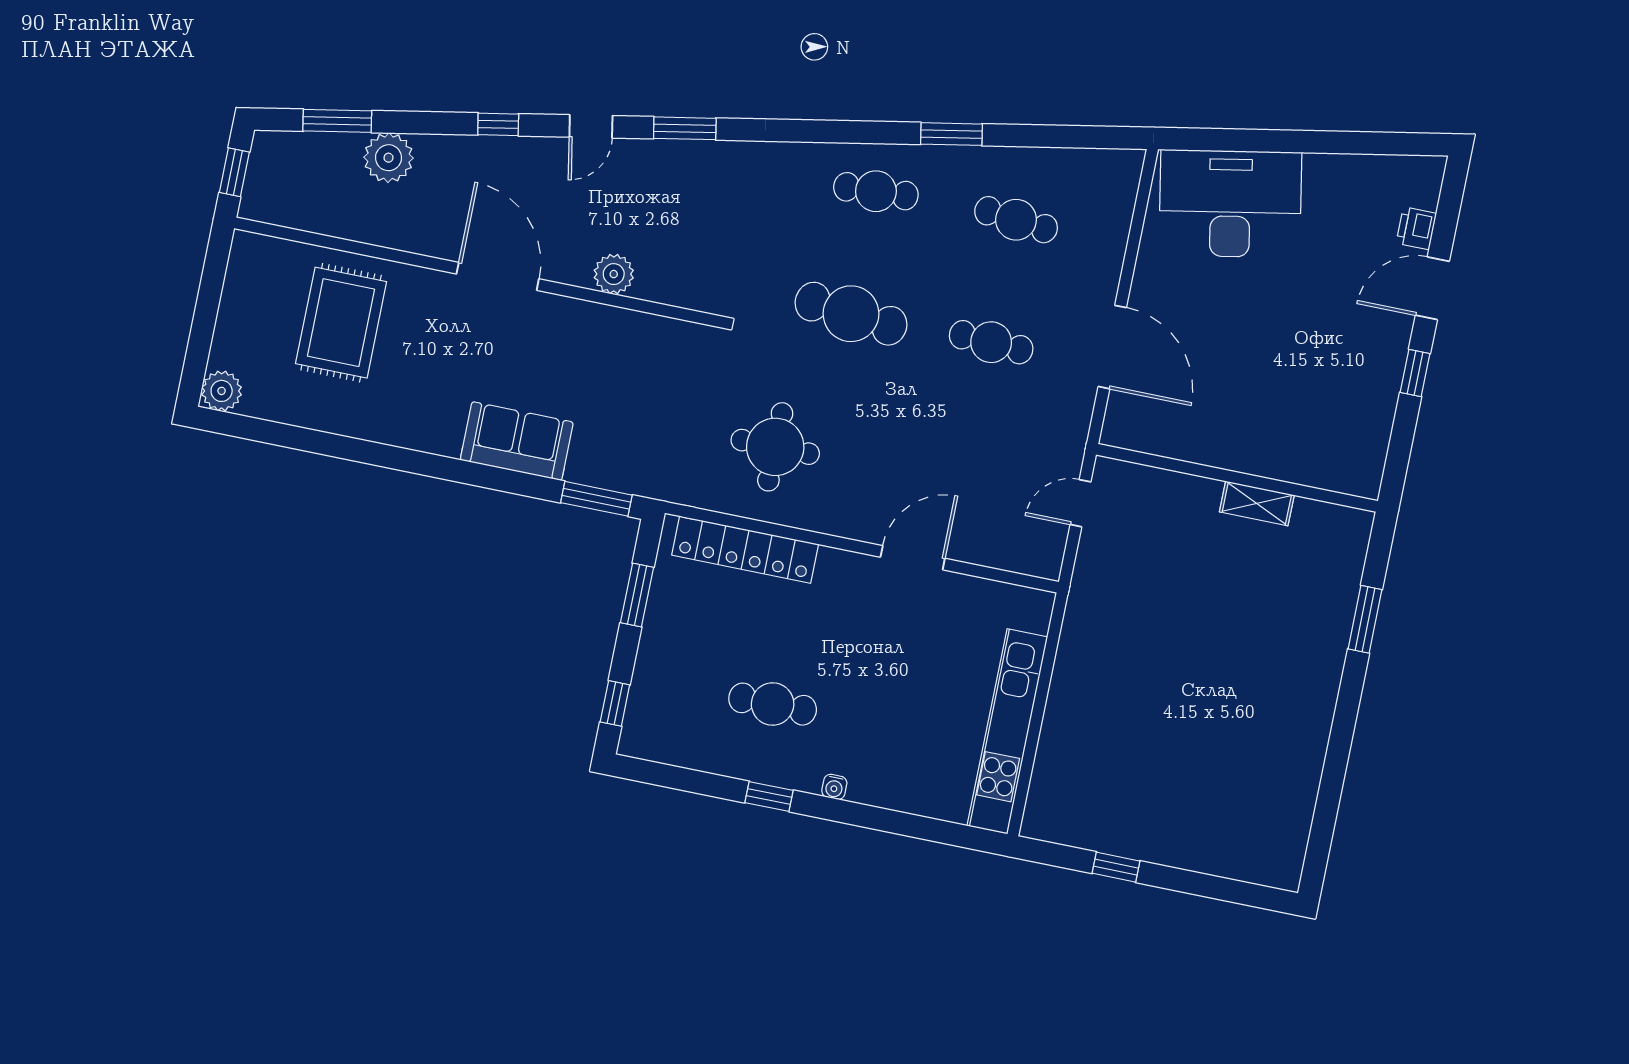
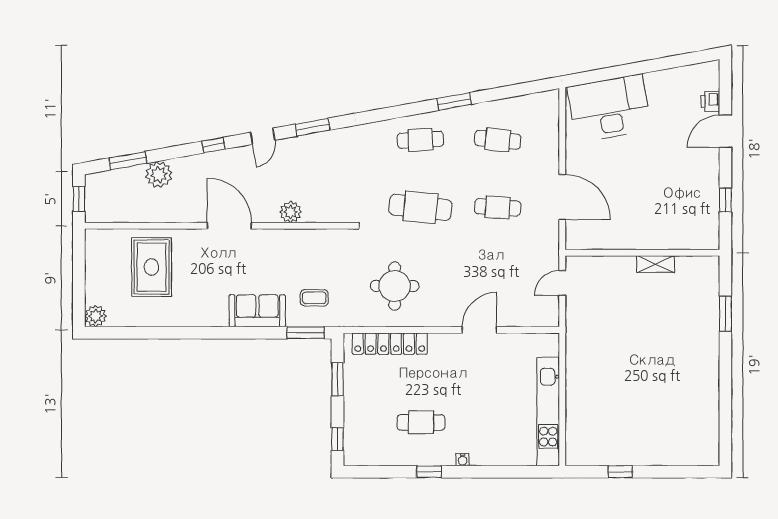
window: (1415, 373) -> (725, 200), moved
coffee table: (625, 439) -> (314, 298), added

